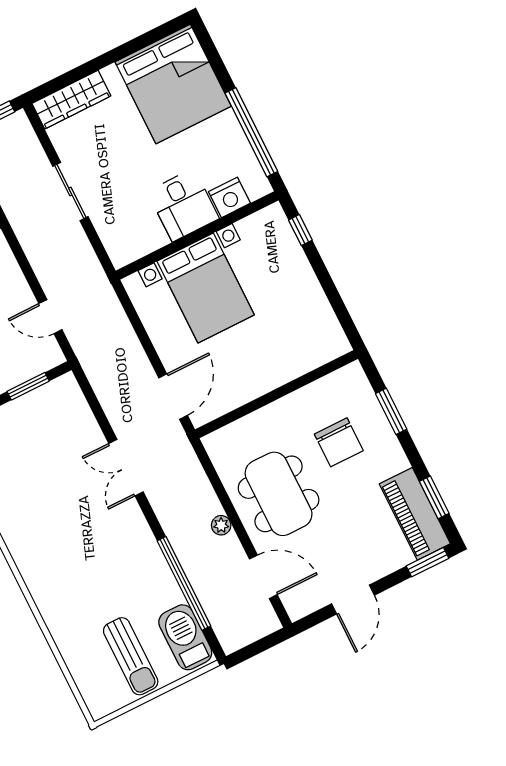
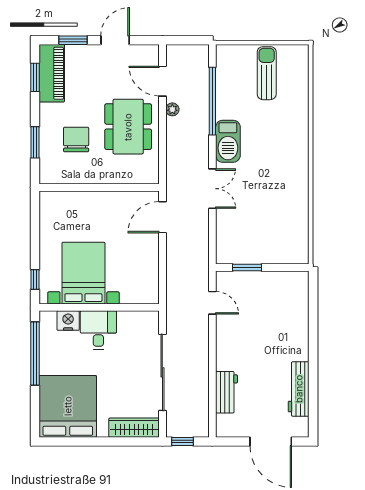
sliding door: (70, 191) -> (162, 372), width x1.86
bed with nightstands: (206, 288) -> (83, 273), moved
plant: (221, 525) -> (172, 109), moved
window: (428, 562) -> (73, 40), moved
barbecue: (185, 637) -> (228, 141), moved

